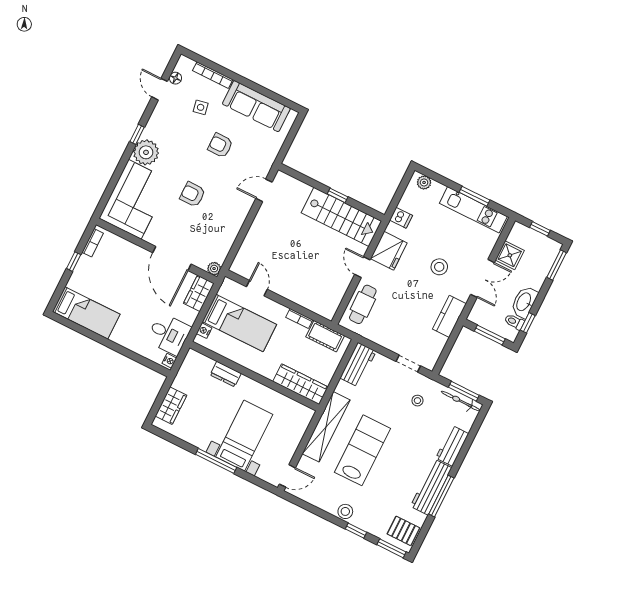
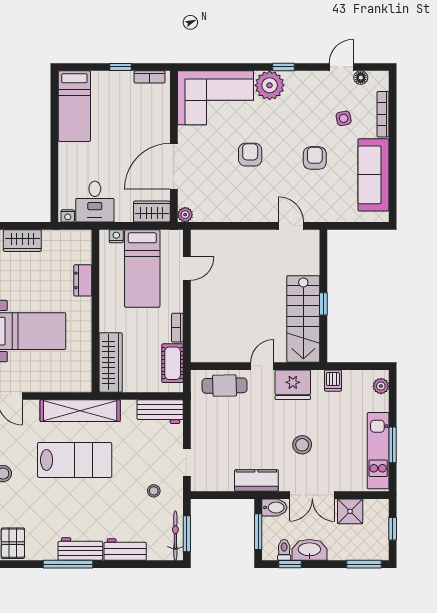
bidet: (477, 313) -> (274, 508), added
workbench: (431, 487) -> (80, 549), width x0.73

